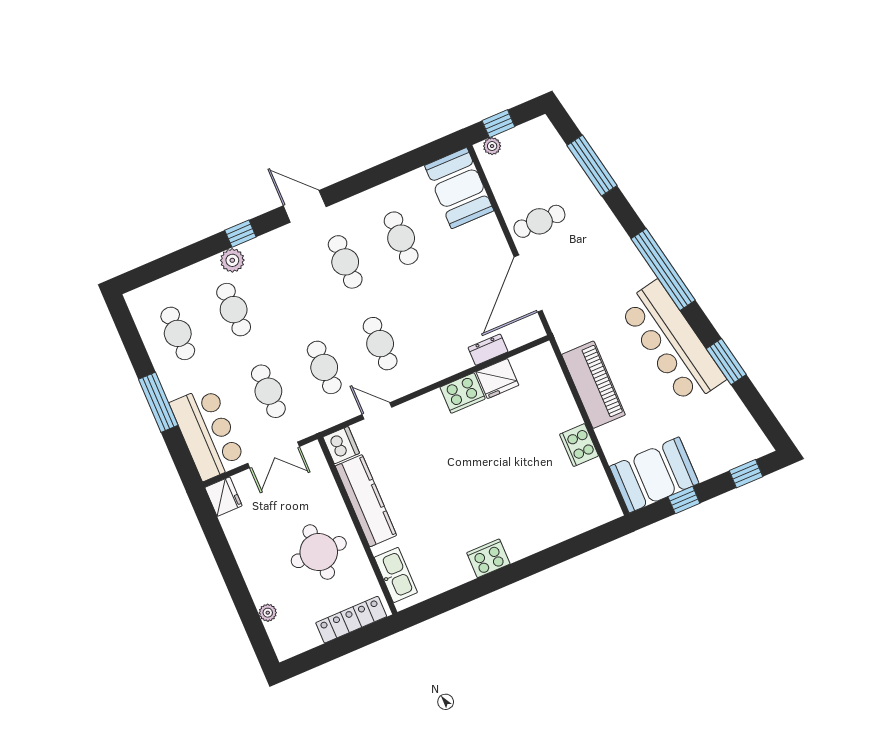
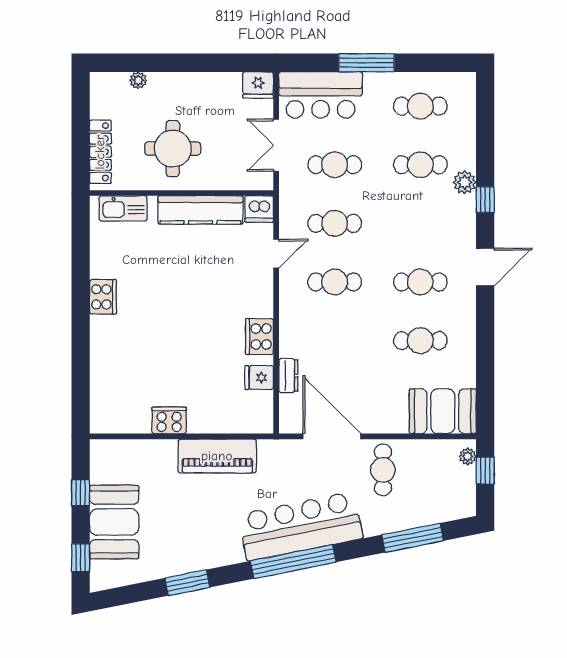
bar counter: (672, 343) -> (301, 526), moved
fridge: (497, 379) -> (259, 378), width x0.72
booth: (654, 475) -> (114, 522), moved

